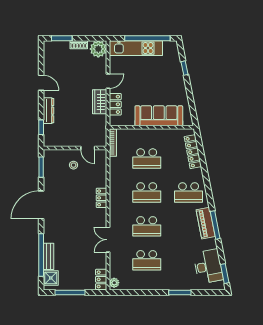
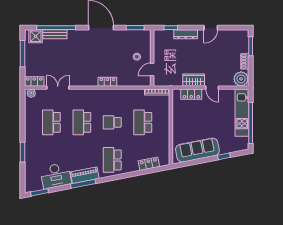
sofa: (159, 116) -> (197, 150), moved, turned -101
locker: (193, 152) -> (149, 164), width x0.66
school desk: (147, 192) -> (112, 122), width x0.54
double door: (108, 240) -> (58, 88), moved
desk: (208, 266) -> (56, 176), moved

